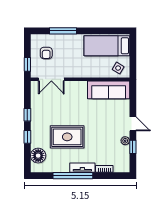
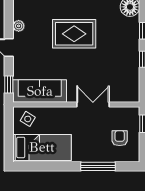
double door: (51, 79) -> (93, 104), moved
rug: (67, 137) -> (74, 34), moved
window: (133, 147) -> (9, 84), moved

